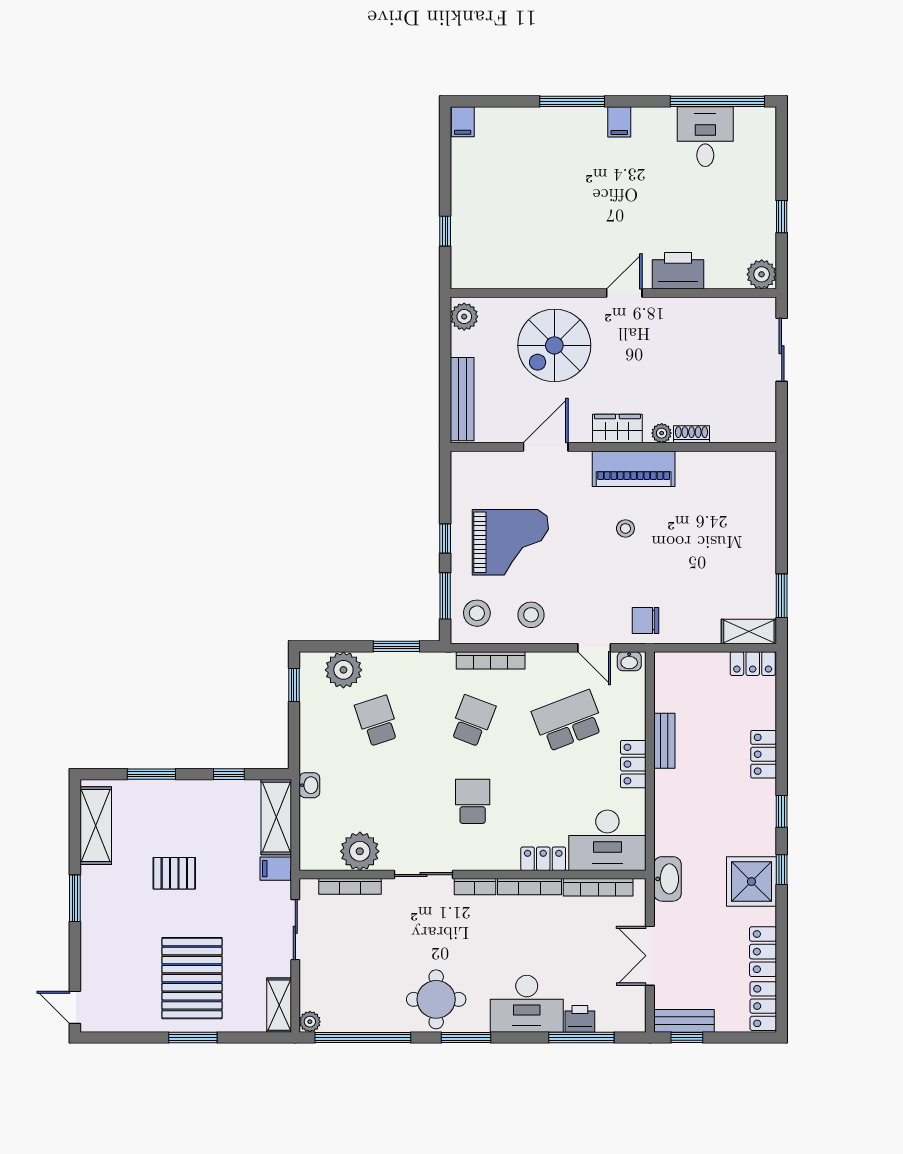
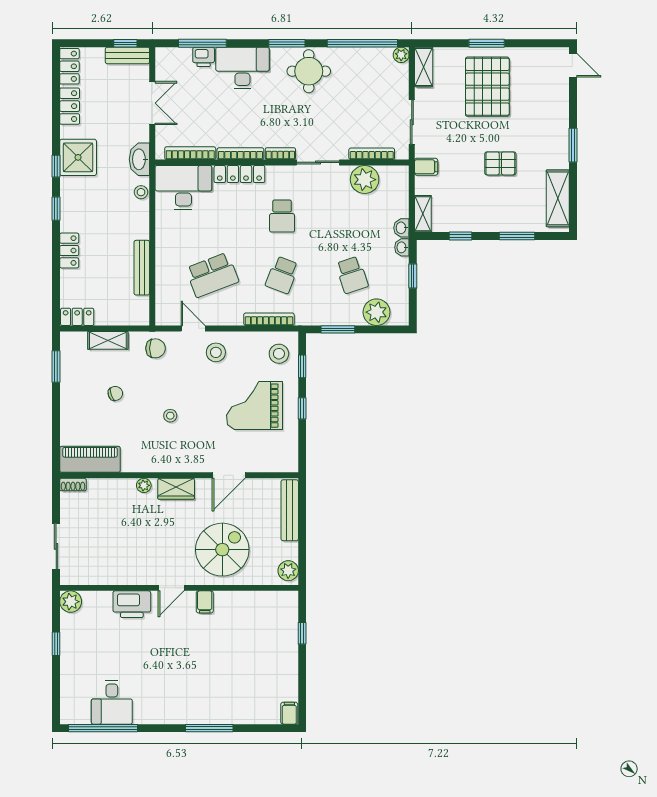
filing cabinet: (619, 122) -> (205, 602), moved, turned 180
shoe rack: (692, 434) -> (73, 485), moved
piano: (634, 469) -> (90, 459), moved
chair: (701, 559) -> (115, 393), added
window: (445, 596) -> (302, 366), width x0.67
stool: (531, 615) -> (216, 352), moved
shelving: (749, 631) -> (108, 340), moved
washbasin: (629, 661) -> (402, 247), moved, turned -90
window: (294, 685) -> (413, 276), moved
bench: (664, 741) -> (142, 268), width x1.36
locker: (633, 764) -> (165, 243), removed
shelving: (276, 817) -> (423, 214), width x0.67, depth x0.75
stool: (665, 834) -> (141, 192), added
locker: (543, 859) -> (239, 174), width x1.53

